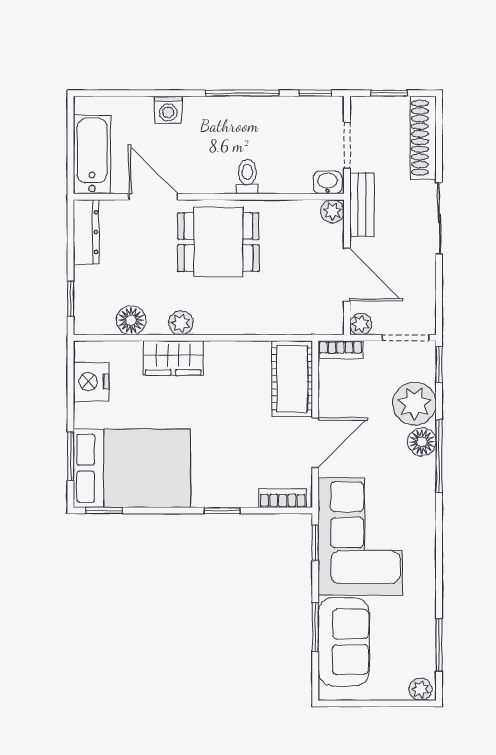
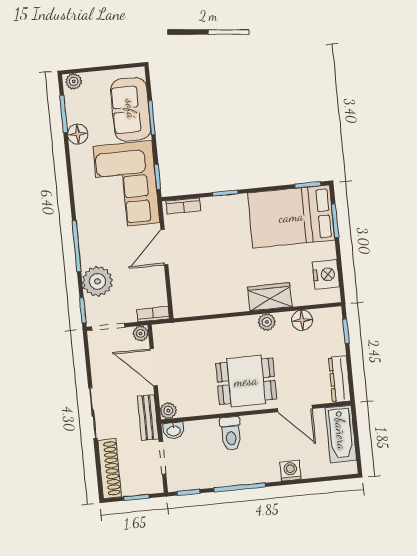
toilet: (247, 177) -> (231, 434), width x1.37, depth x1.39
cot: (292, 379) -> (185, 290), removed
floor lamp: (422, 442) -> (78, 134), moved

